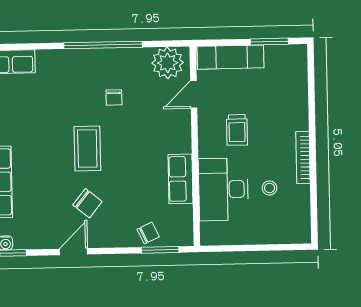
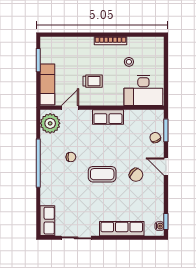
door: (194, 94) -> (70, 108), swing flipped
row of seats: (180, 179) -> (108, 117), moved
desk: (223, 189) -> (143, 90), moved
chair: (87, 203) -> (136, 175), turned 93
door: (73, 252) -> (166, 167), moved

